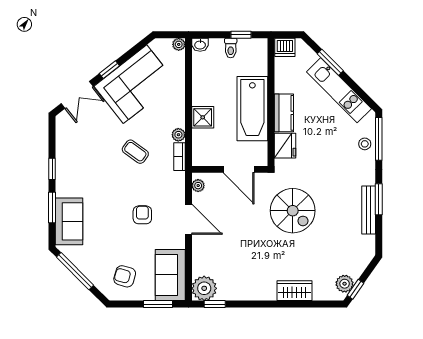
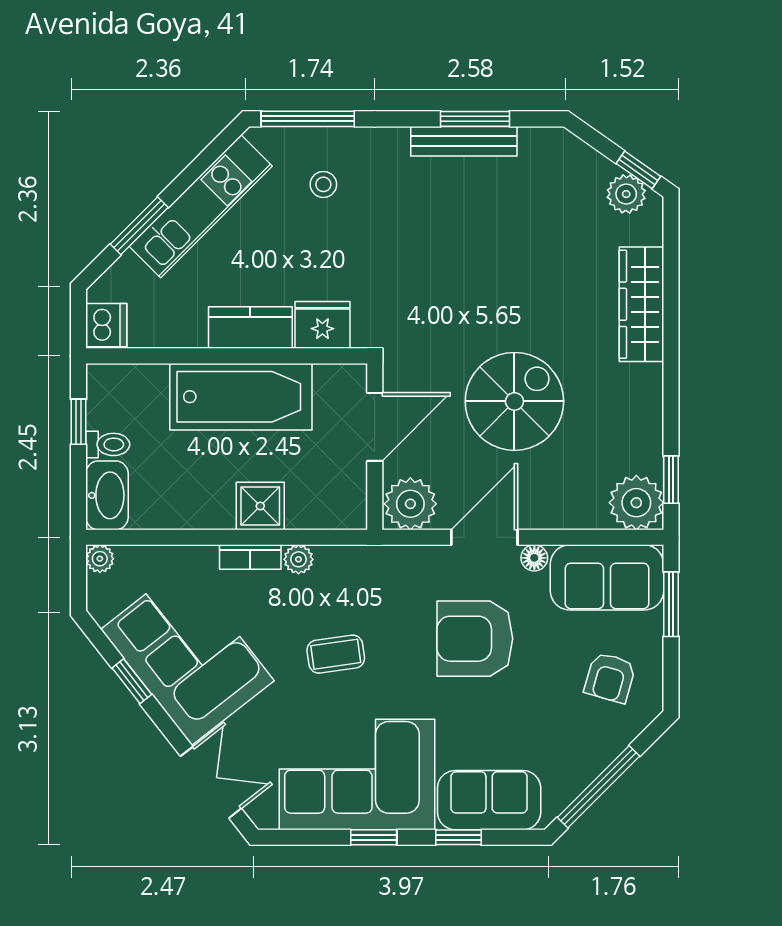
washbasin: (200, 45) -> (107, 495), width x1.91, depth x1.45
window: (109, 70) -> (132, 681), moved
stool: (365, 144) -> (323, 184), moved
coffee table: (135, 152) -> (336, 654), turned 46
bookcase: (179, 157) -> (250, 557), moved
corner sofa: (81, 161) -> (357, 775), added
plant: (198, 186) -> (410, 504), width x1.87, depth x1.87
window: (379, 199) -> (475, 119), moved
window: (52, 207) -> (458, 837), width x0.67
spiral stairs: (293, 211) -> (514, 401), moved
armchair: (142, 215) -> (475, 639), width x1.88, depth x1.88
floor lamp: (179, 242) -> (534, 558), added
wardrobe: (294, 291) -> (641, 304), width x1.50

